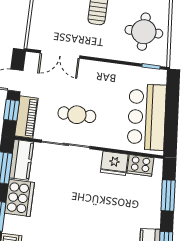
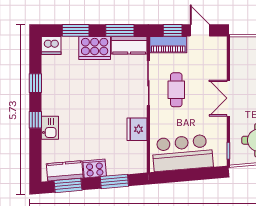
double door: (60, 54) -> (228, 98), moved
cooker: (140, 165) -> (95, 168), moved, turned 85

